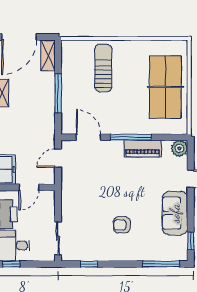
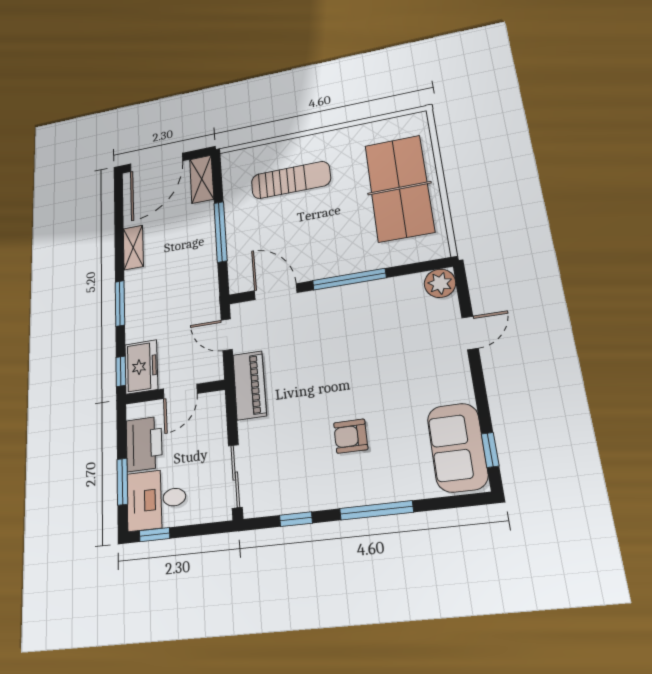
sun lounger: (103, 68) -> (291, 180), turned 90
piano: (143, 149) -> (250, 385), moved, turned -90
door: (58, 158) -> (227, 335), hinge flipped
sofa: (175, 213) -> (457, 447), moved
window: (161, 264) -> (376, 510), moved

